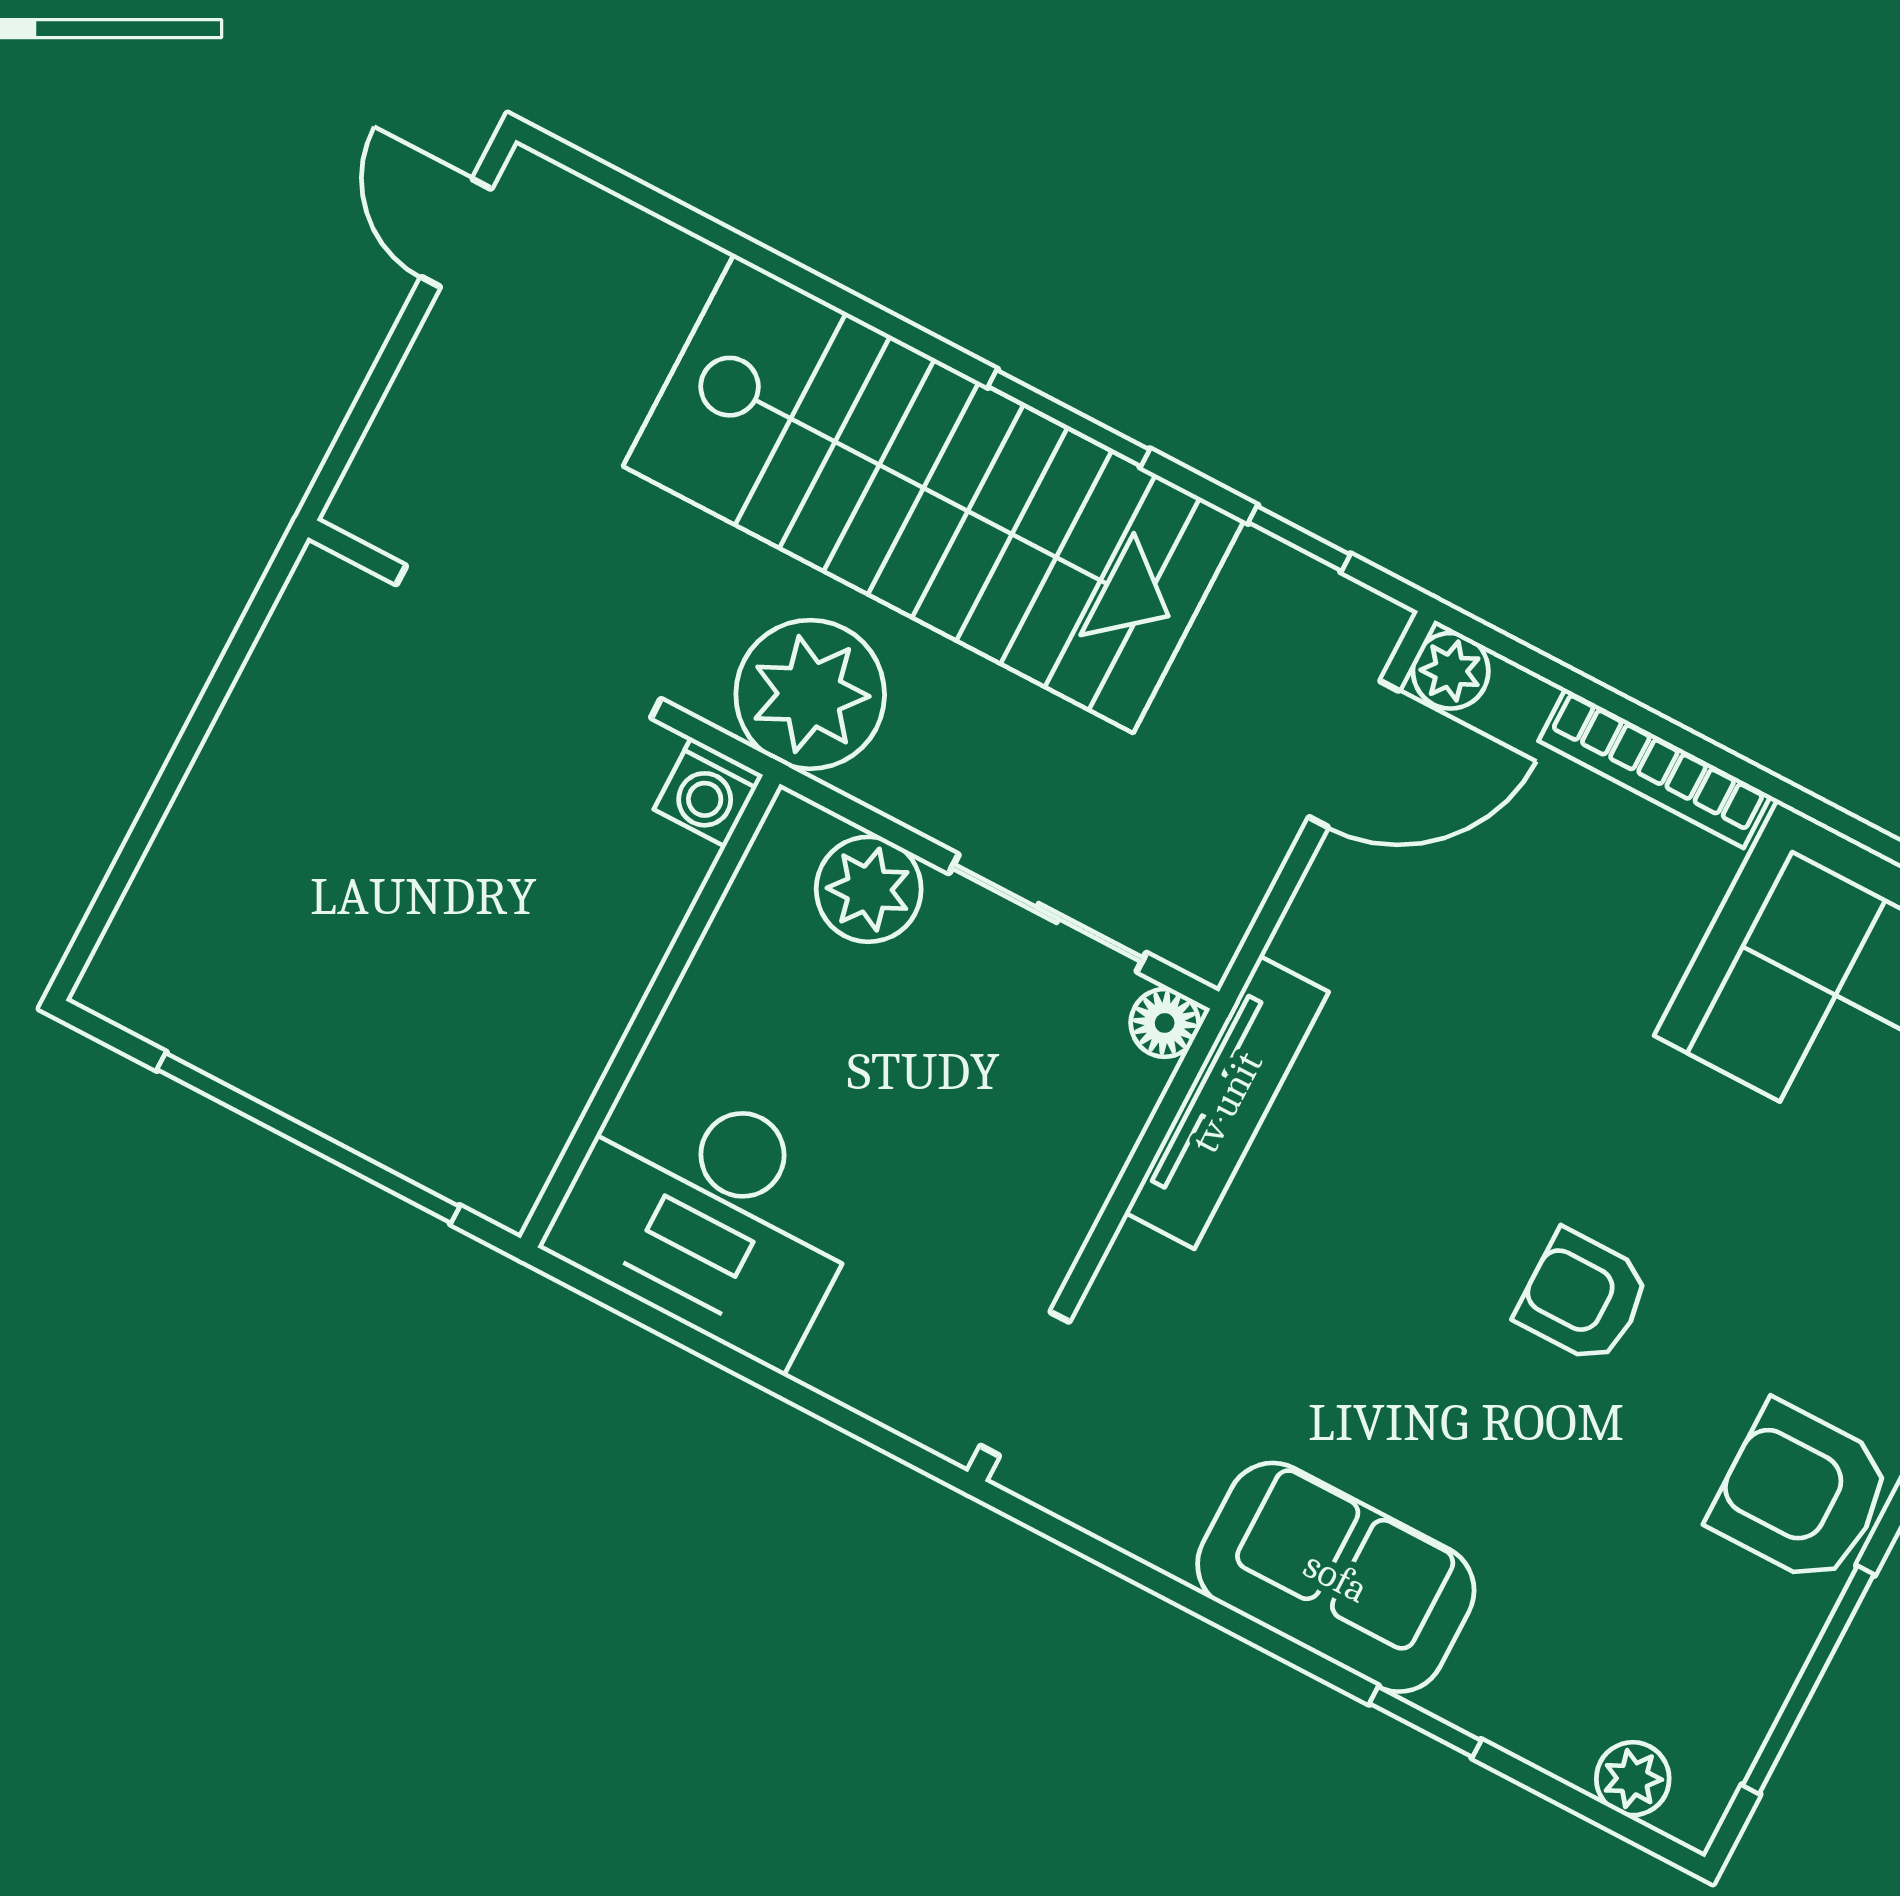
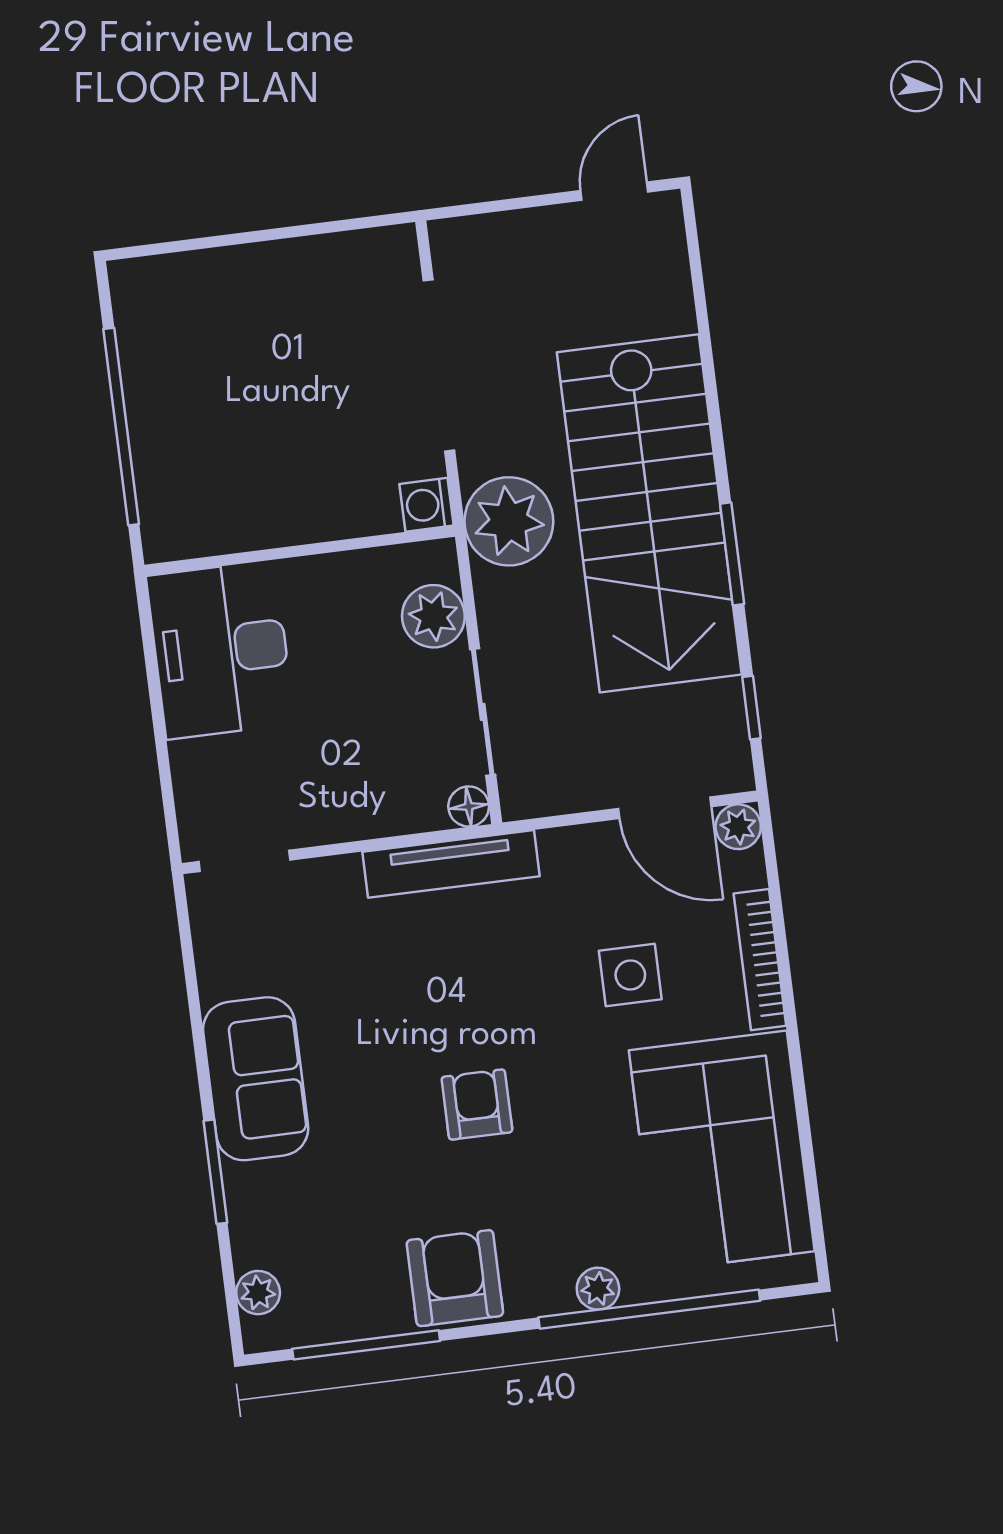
side table: (1552, 962) -> (630, 975), added
window: (1425, 1722) -> (215, 1172), width x1.50

